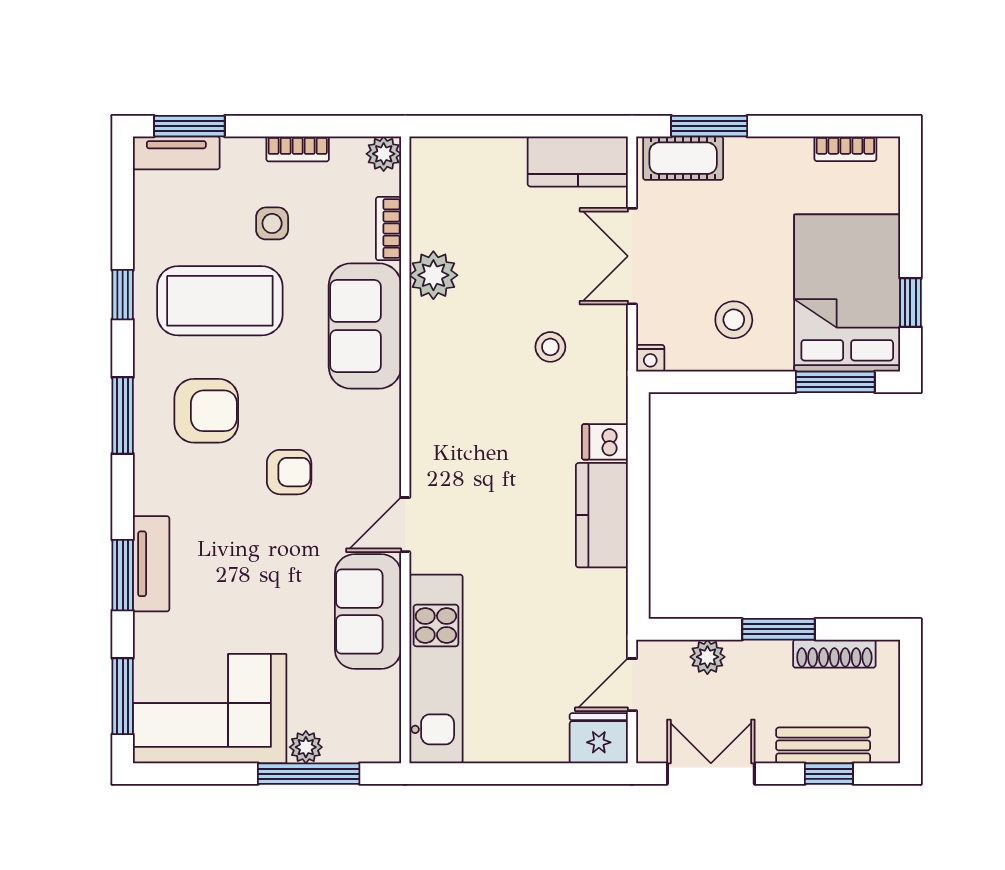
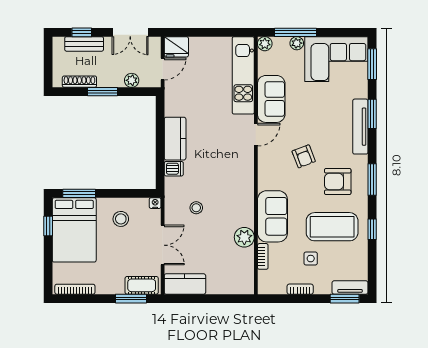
bookcase: (845, 149) -> (75, 289), width x1.56
plant: (384, 154) -> (265, 44), moved
armchair: (289, 472) -> (304, 156), turned -111
tv unit: (151, 564) -> (360, 127), width x1.41

